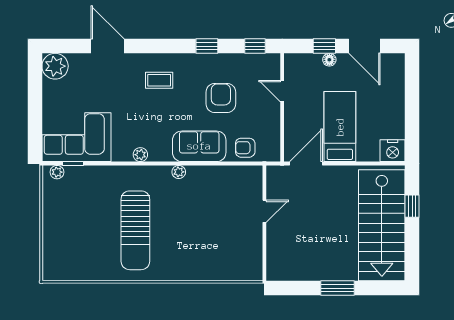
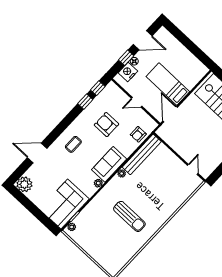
window: (207, 46) -> (85, 102), moved
door: (282, 91) -> (137, 102), moved
sofa: (199, 146) -> (109, 164), moved
nightstand: (393, 151) -> (128, 72), moved, turned 180
bench: (225, 175) -> (142, 154), added
door: (264, 211) -> (193, 169), moved
sun lounger: (135, 230) -> (129, 216), width x0.73, depth x0.75

